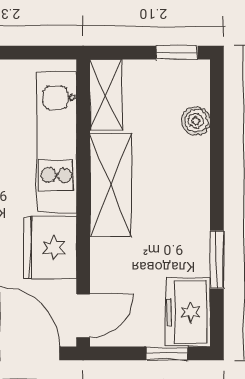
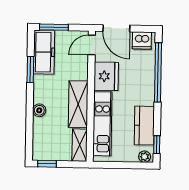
boiler: (196, 121) -> (39, 110), moved
freezer: (188, 312) -> (44, 52), width x1.40
window: (167, 353) -> (54, 27), width x1.50

